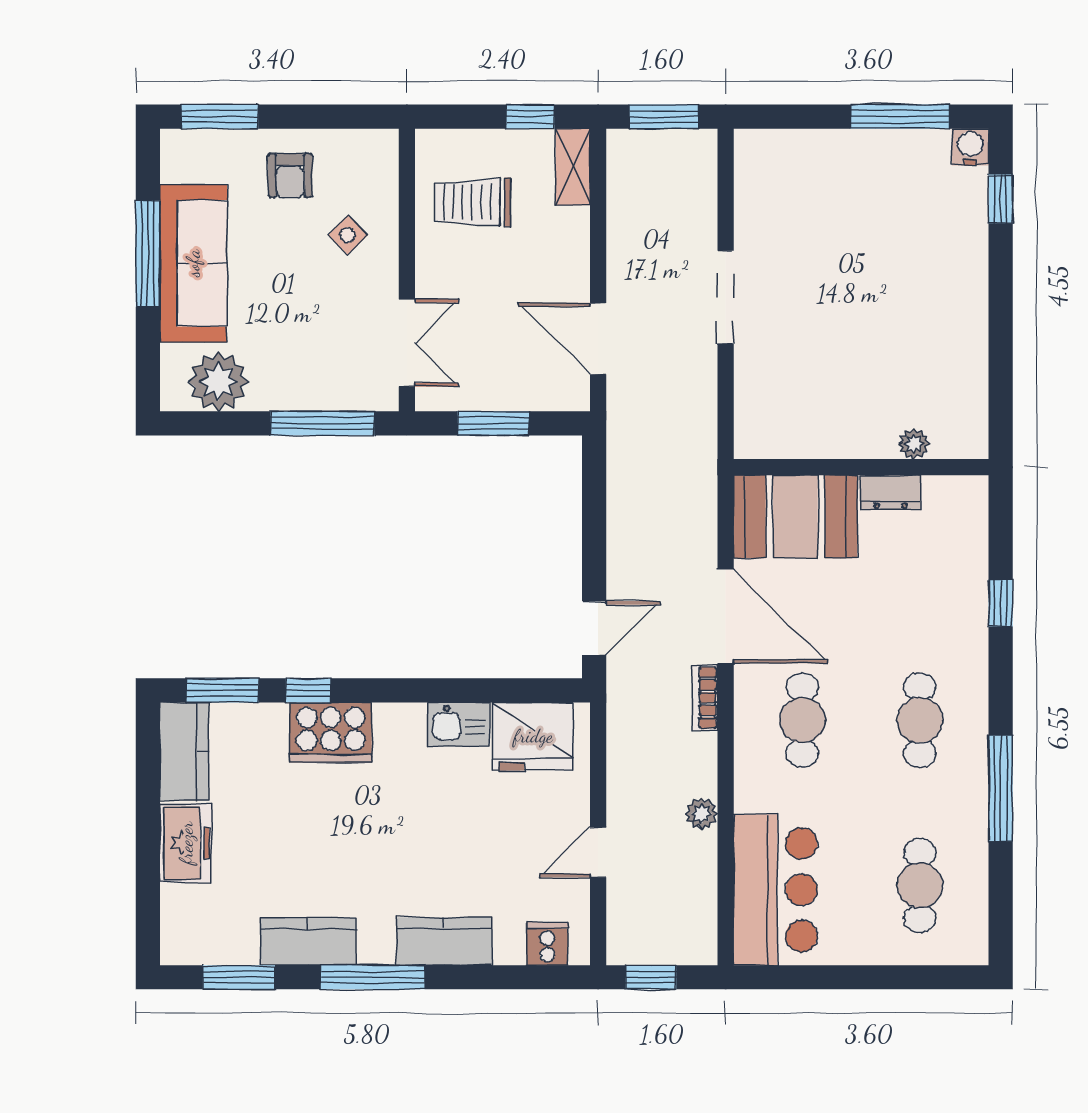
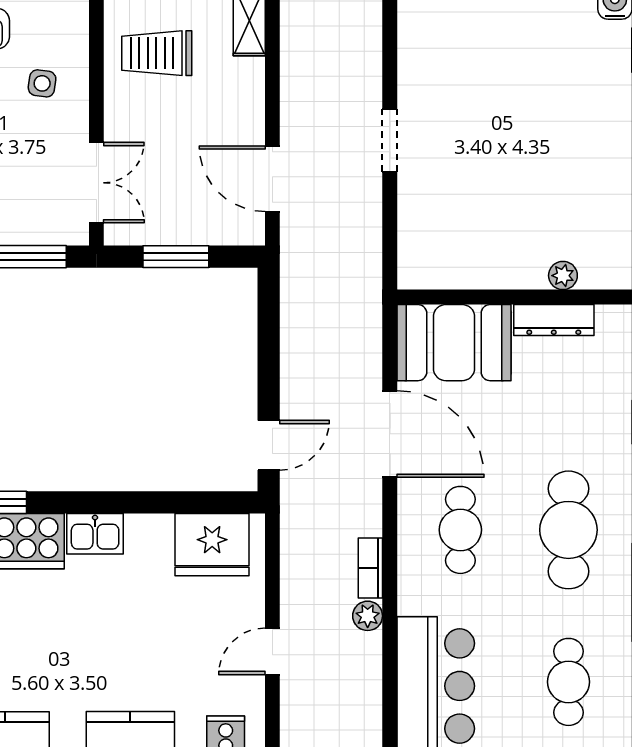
side table: (348, 235) -> (42, 83), turned -37
doorway: (726, 297) -> (390, 141), width x0.73
dresser: (891, 492) -> (554, 320), width x1.44
bookcase: (705, 698) -> (370, 568), moved
cafe table: (920, 720) -> (568, 530), width x1.37, depth x1.35
kitchen sink: (459, 724) -> (95, 534), moved

